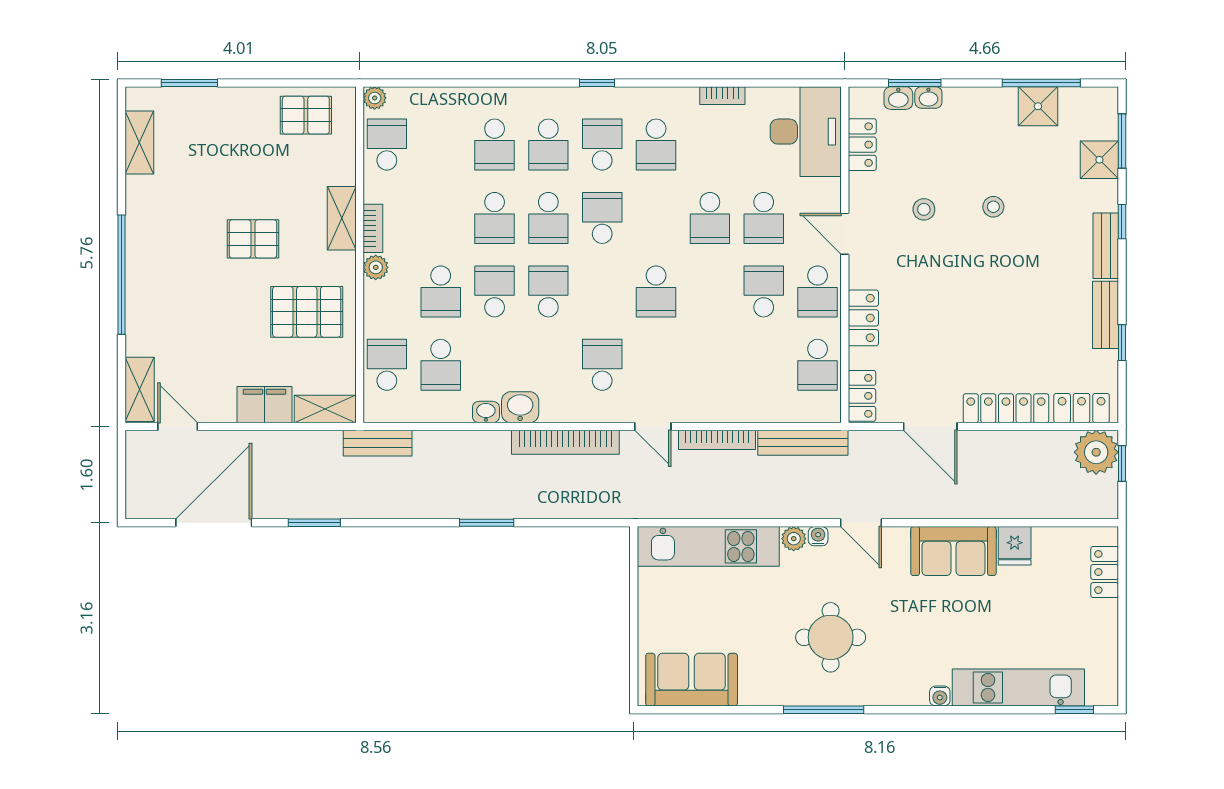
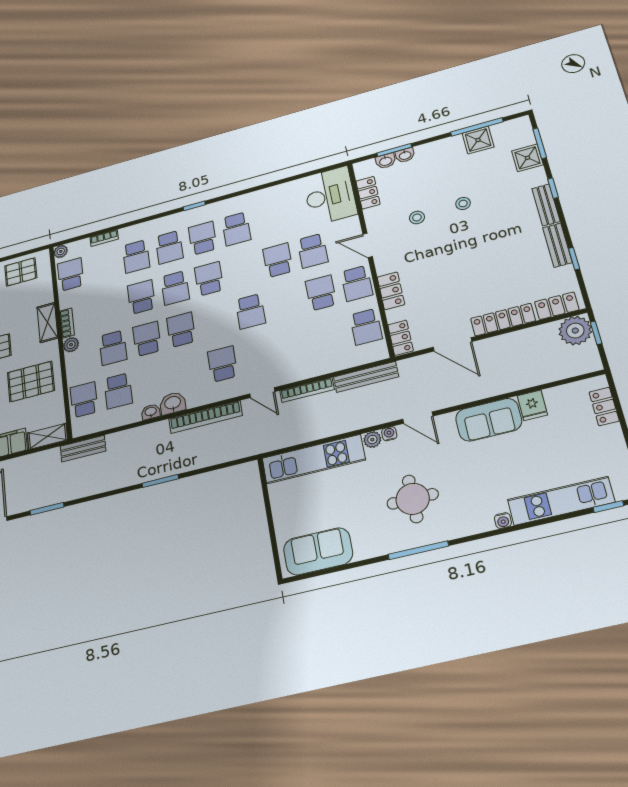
bookcase: (722, 96) -> (104, 238), moved
school desk: (495, 218) -> (141, 297), turned 180
school desk: (710, 218) -> (278, 260), turned 180

